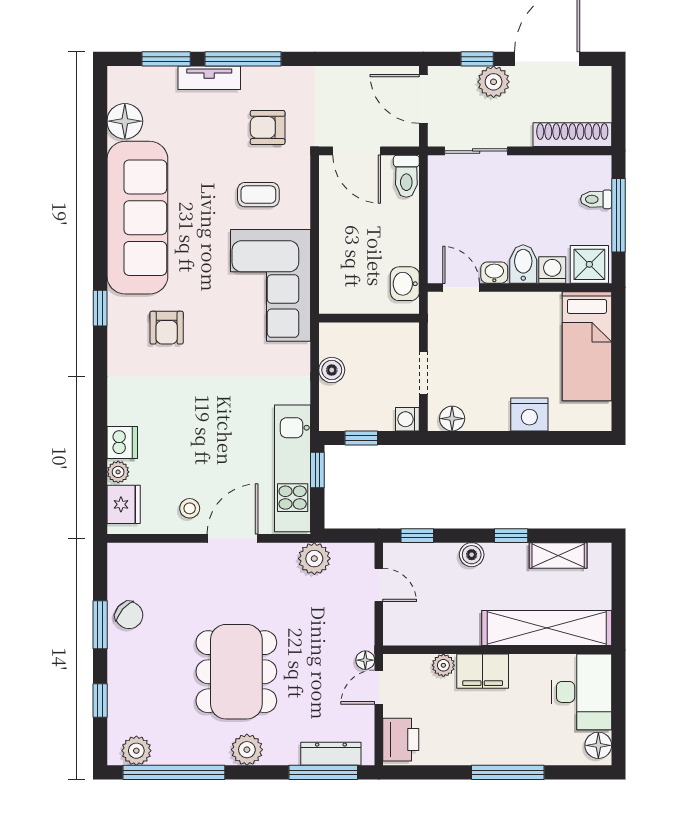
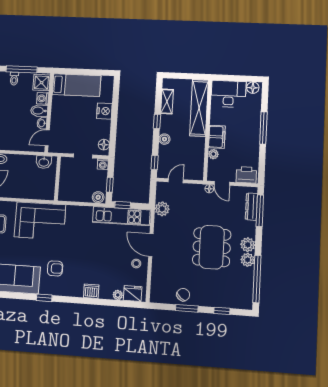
boiler: (332, 370) -> (98, 197), moved
dishwasher: (122, 442) -> (91, 291), moved
dining table: (236, 672) -> (212, 247), turned 90
plant: (136, 751) -> (248, 260), moved

